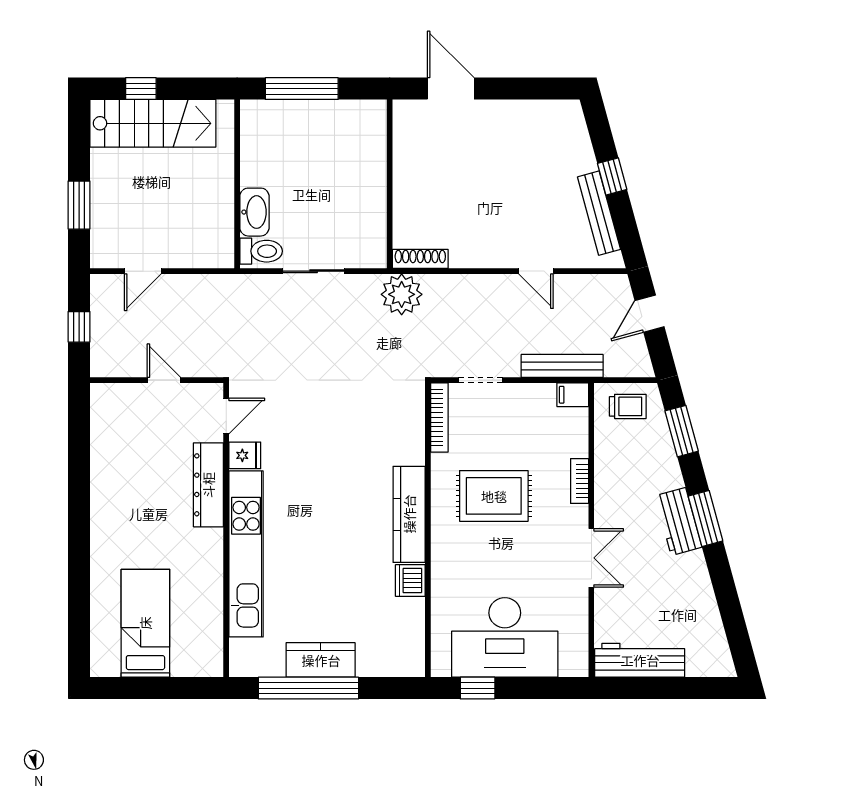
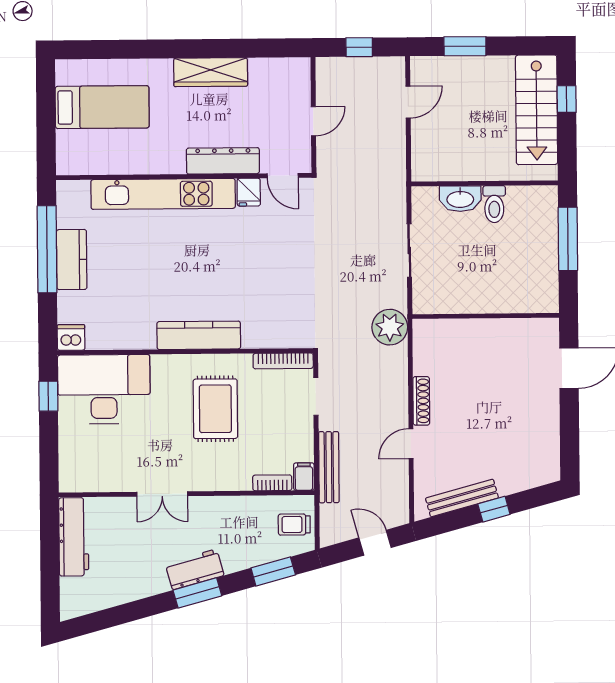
toilet: (261, 251) -> (494, 204), moved
shoe rack: (420, 259) -> (421, 401), moved
door: (143, 271) -> (408, 102), swing flipped
trolley: (628, 406) -> (294, 524), turned 90
bookcase: (580, 481) -> (272, 483), moved
wardrobe: (106, 498) -> (211, 72), added
dishwasher: (410, 580) -> (71, 337), moved
desk: (505, 637) -> (104, 389), moved, turned 90

